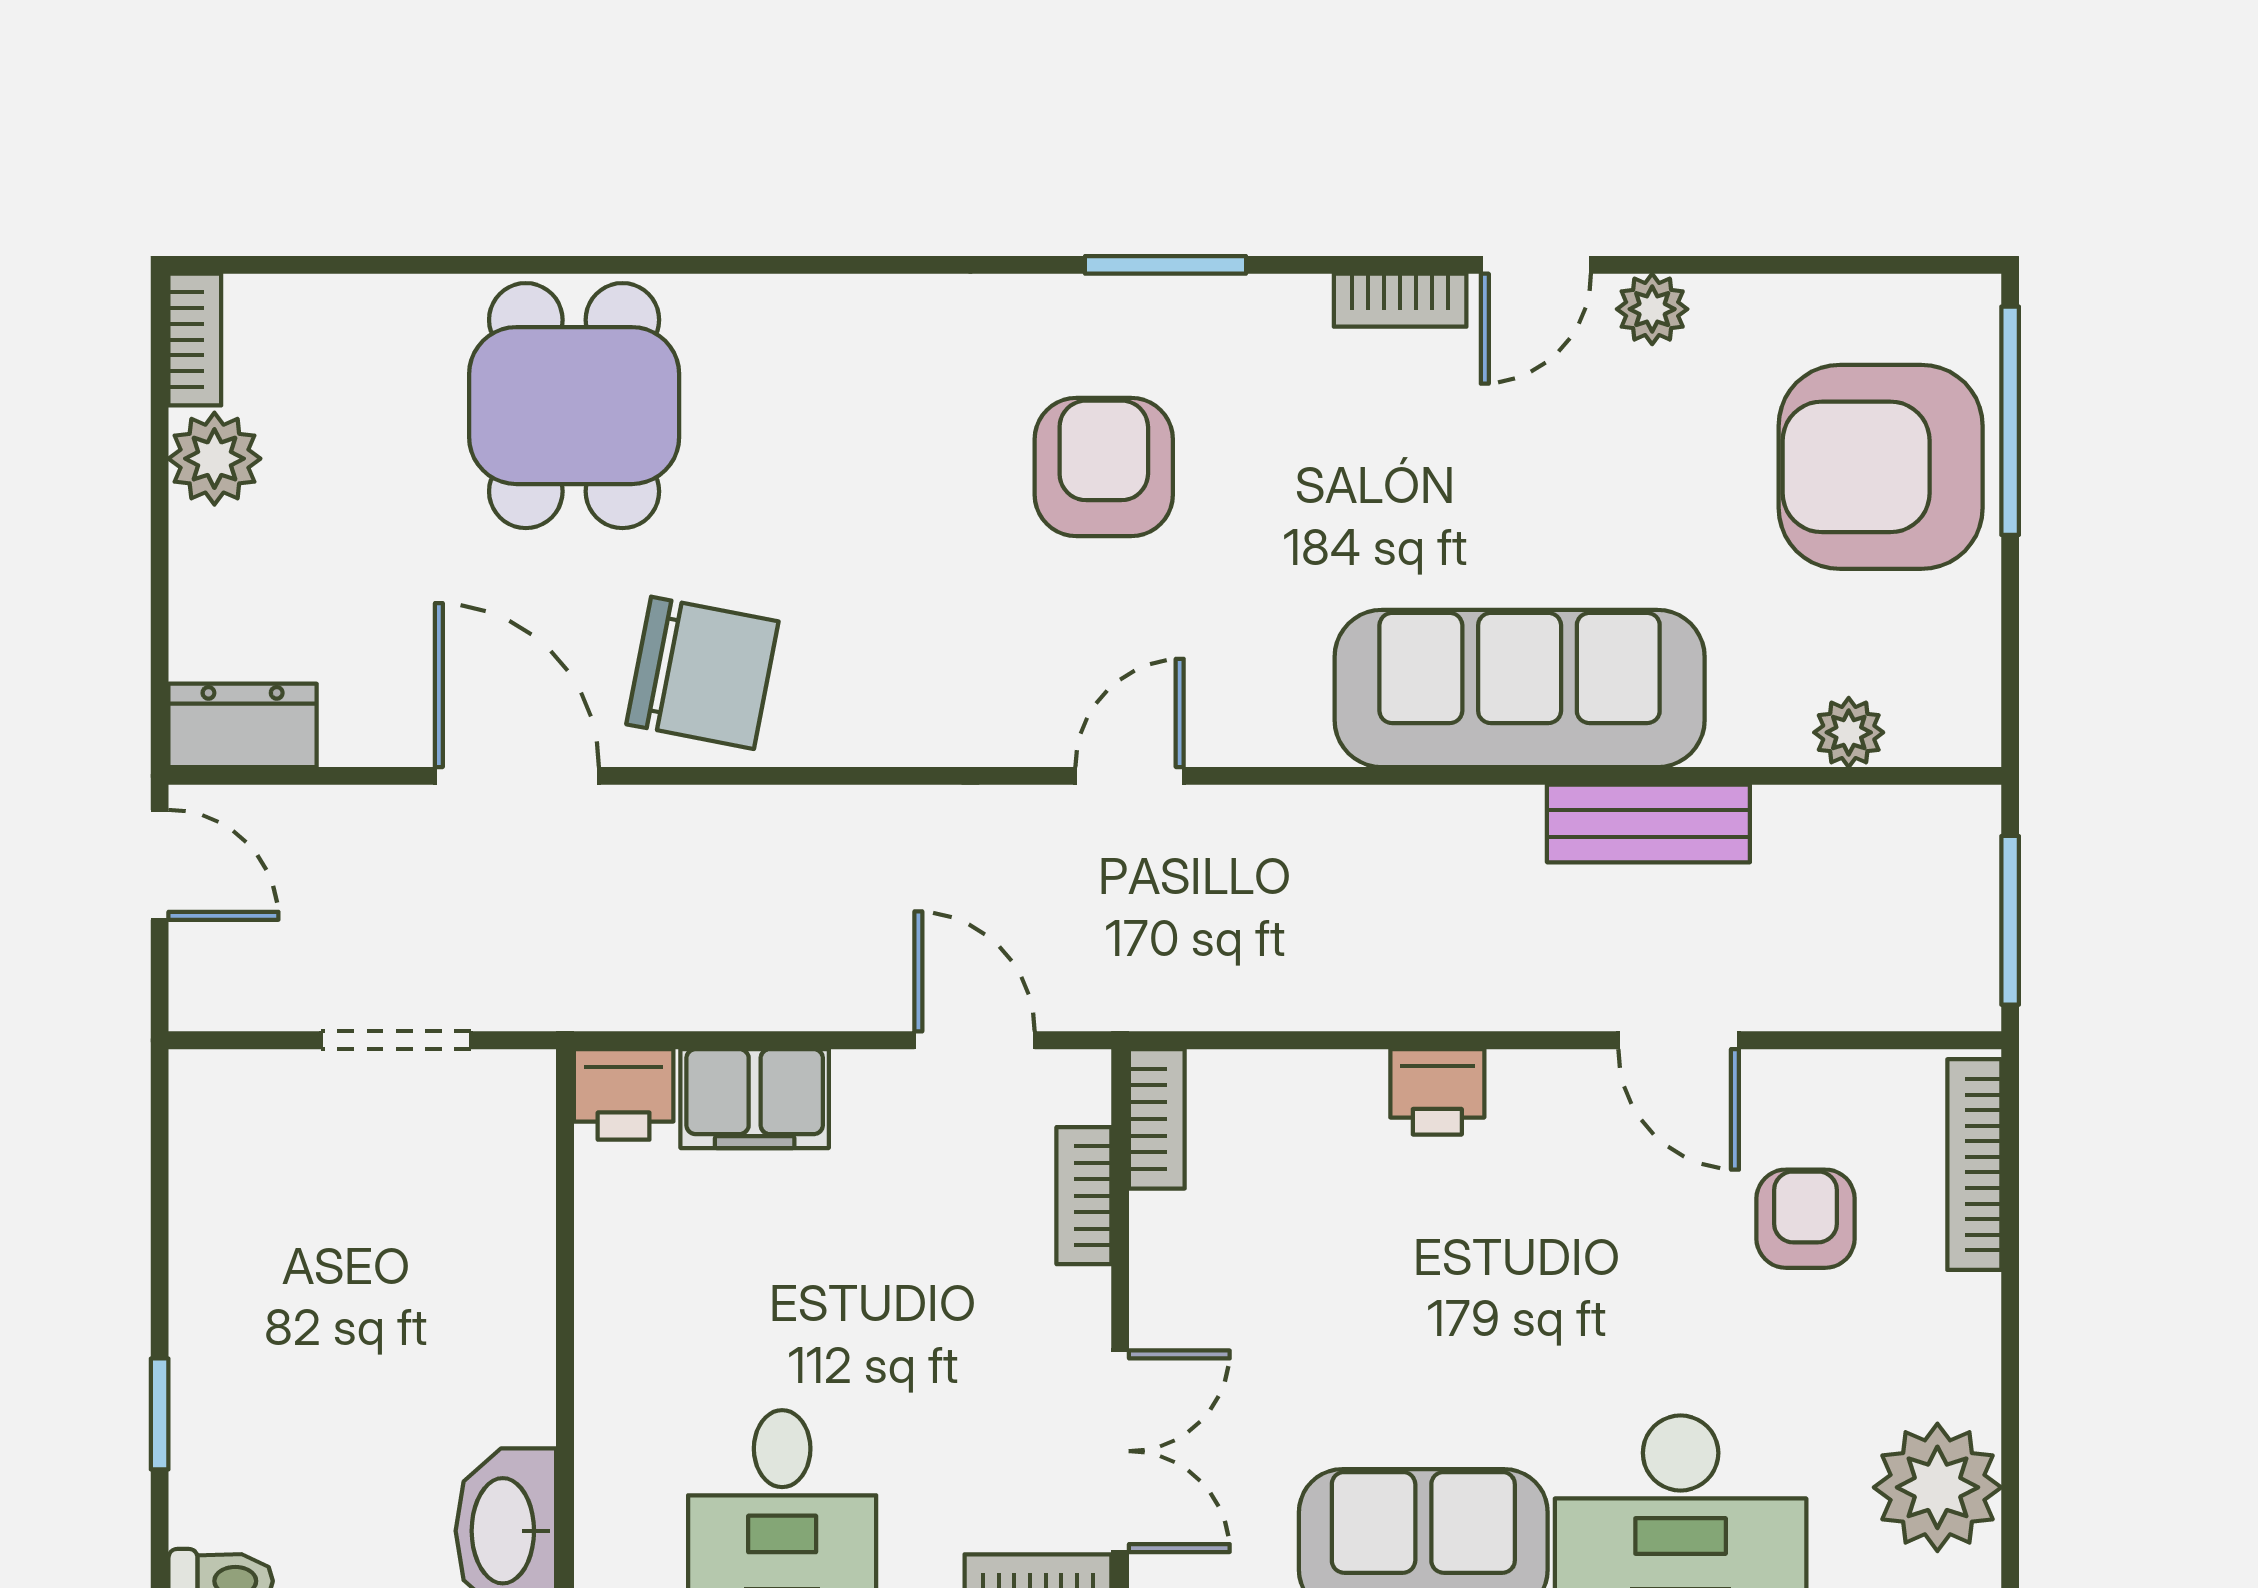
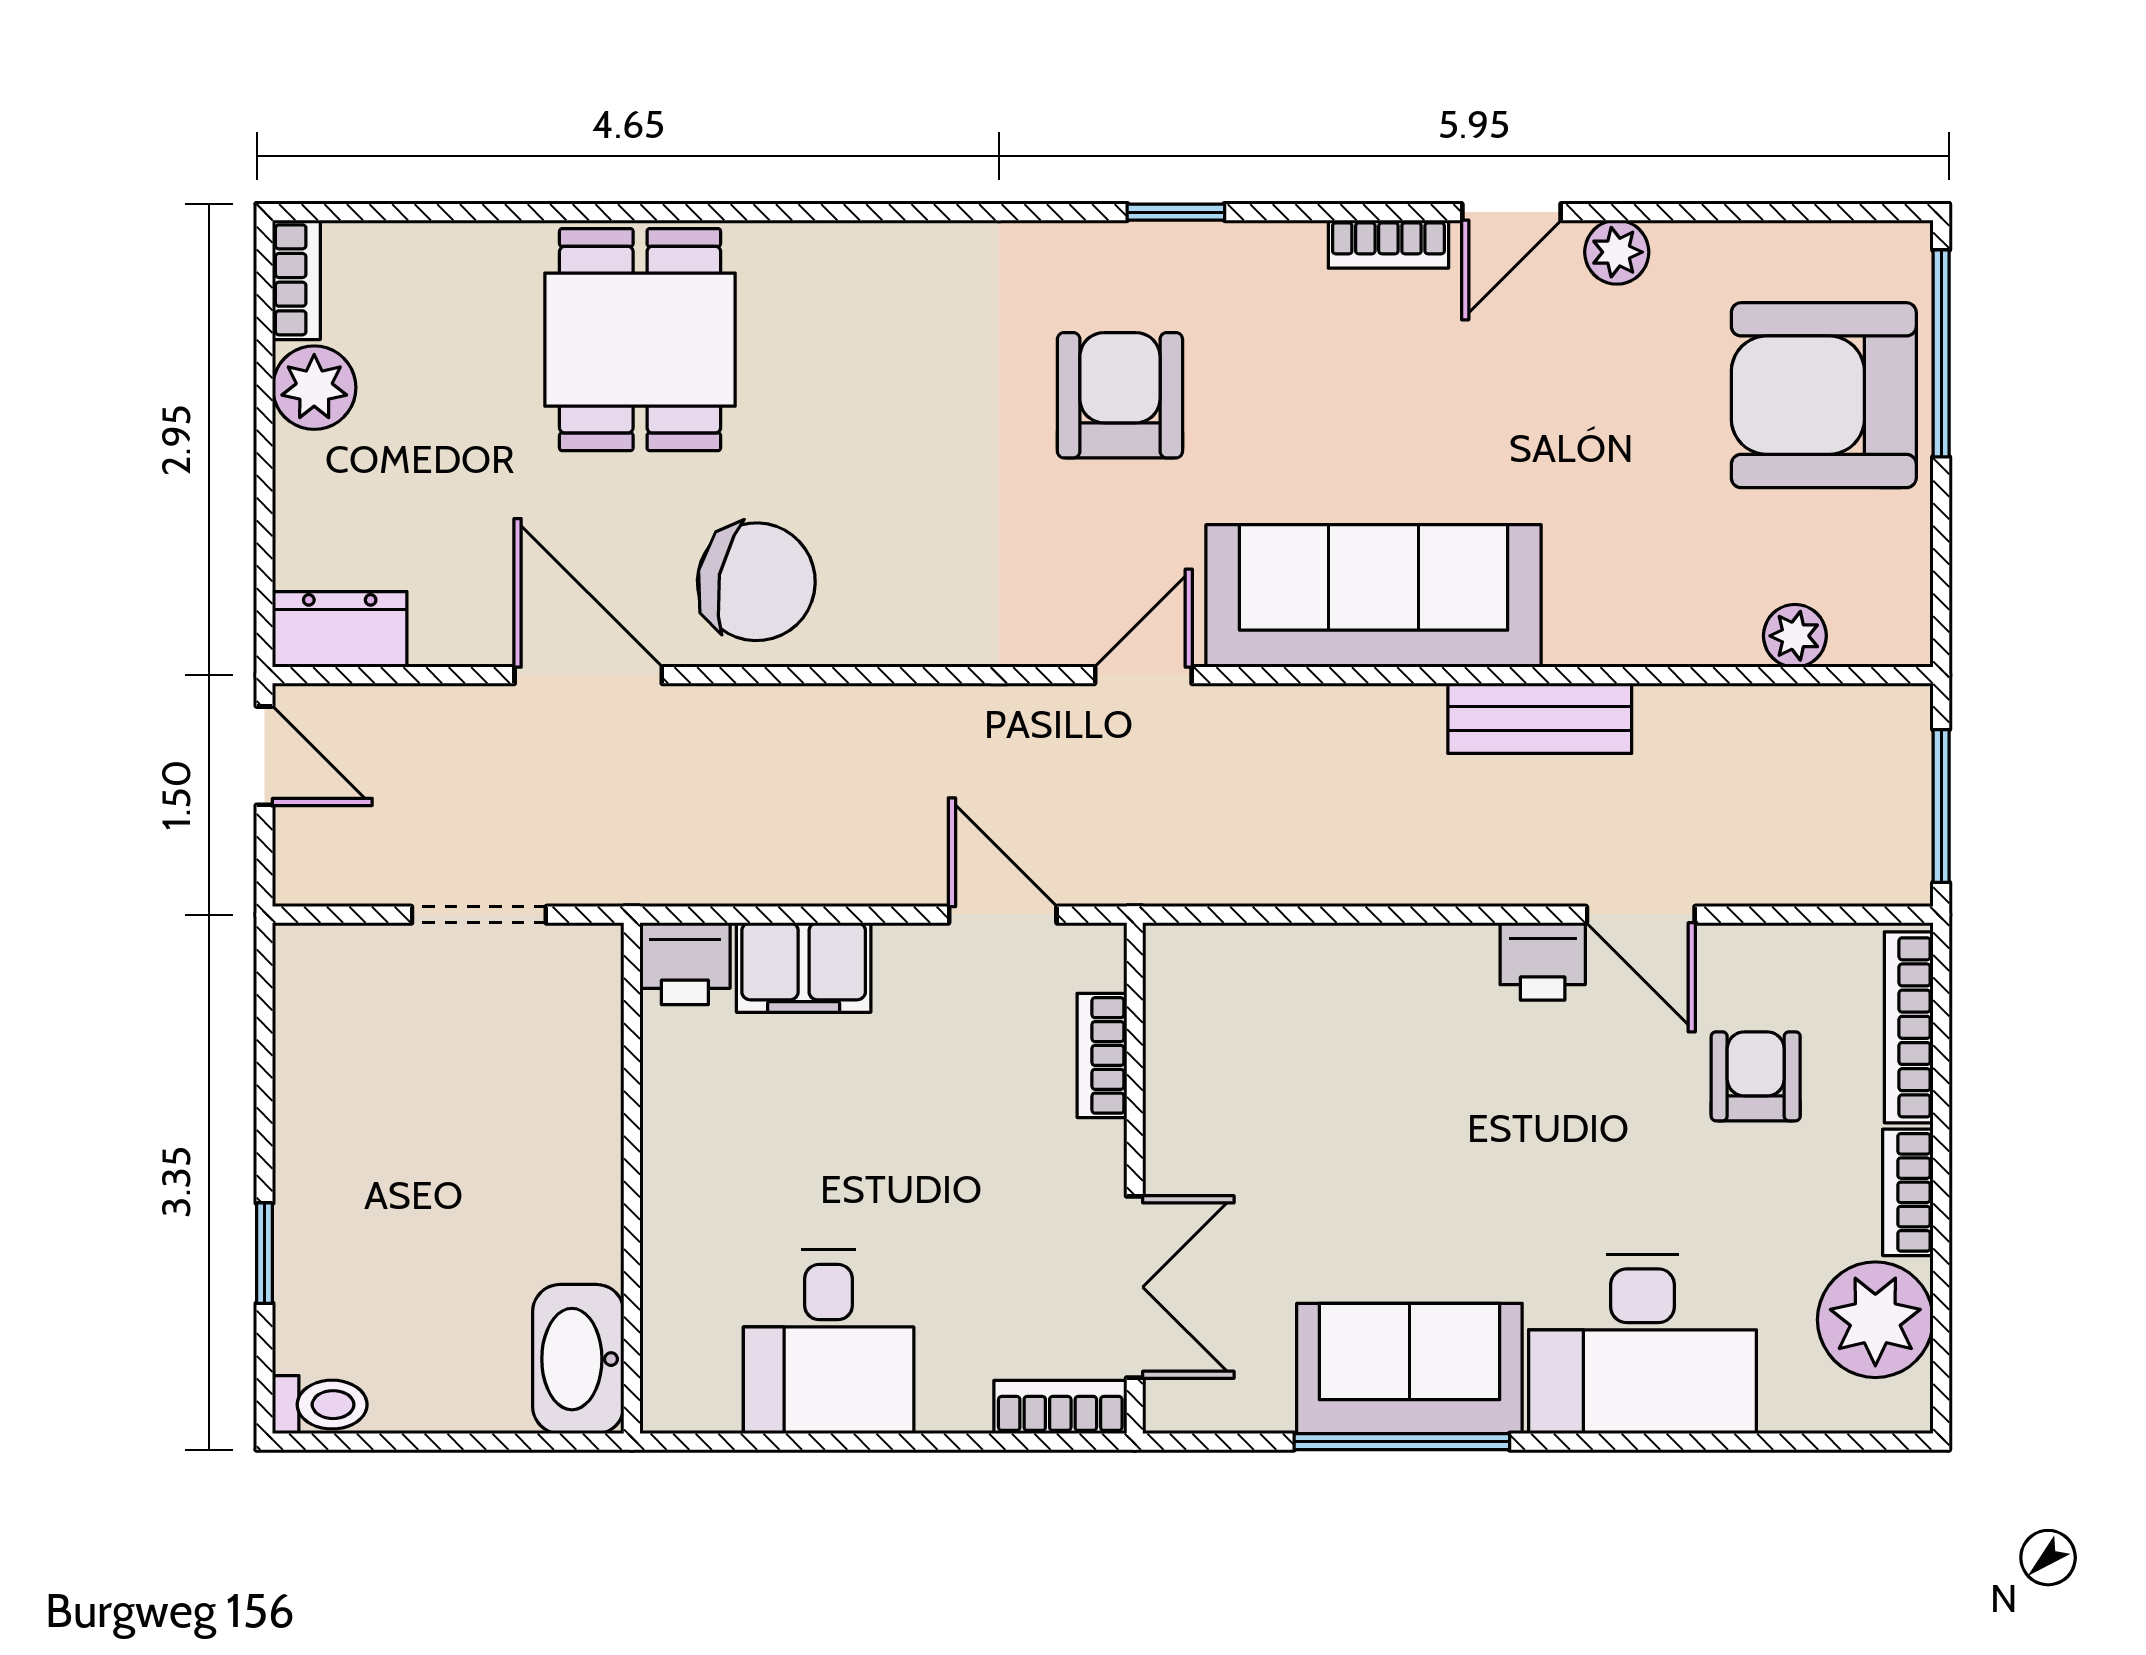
window: (1166, 265) -> (1176, 212), width x0.67
sofa: (1520, 688) -> (1374, 596), moved
bench: (1648, 823) -> (1540, 718), moved
printer: (1437, 1092) -> (1543, 961), moved
bookcase: (1157, 1119) -> (1908, 1192), moved, turned 180

